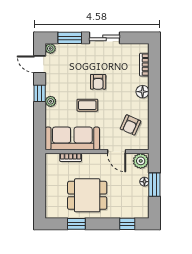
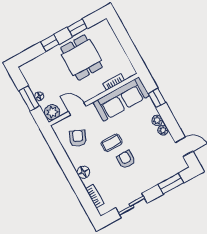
sliding door: (104, 38) -> (131, 206), moved
plant: (50, 48) -> (163, 130), moved
window: (40, 93) -> (157, 98), moved
coffee table: (87, 105) -> (112, 143), moved
dining table: (87, 195) -> (82, 58), turned 90
window: (127, 224) -> (50, 43), moved

